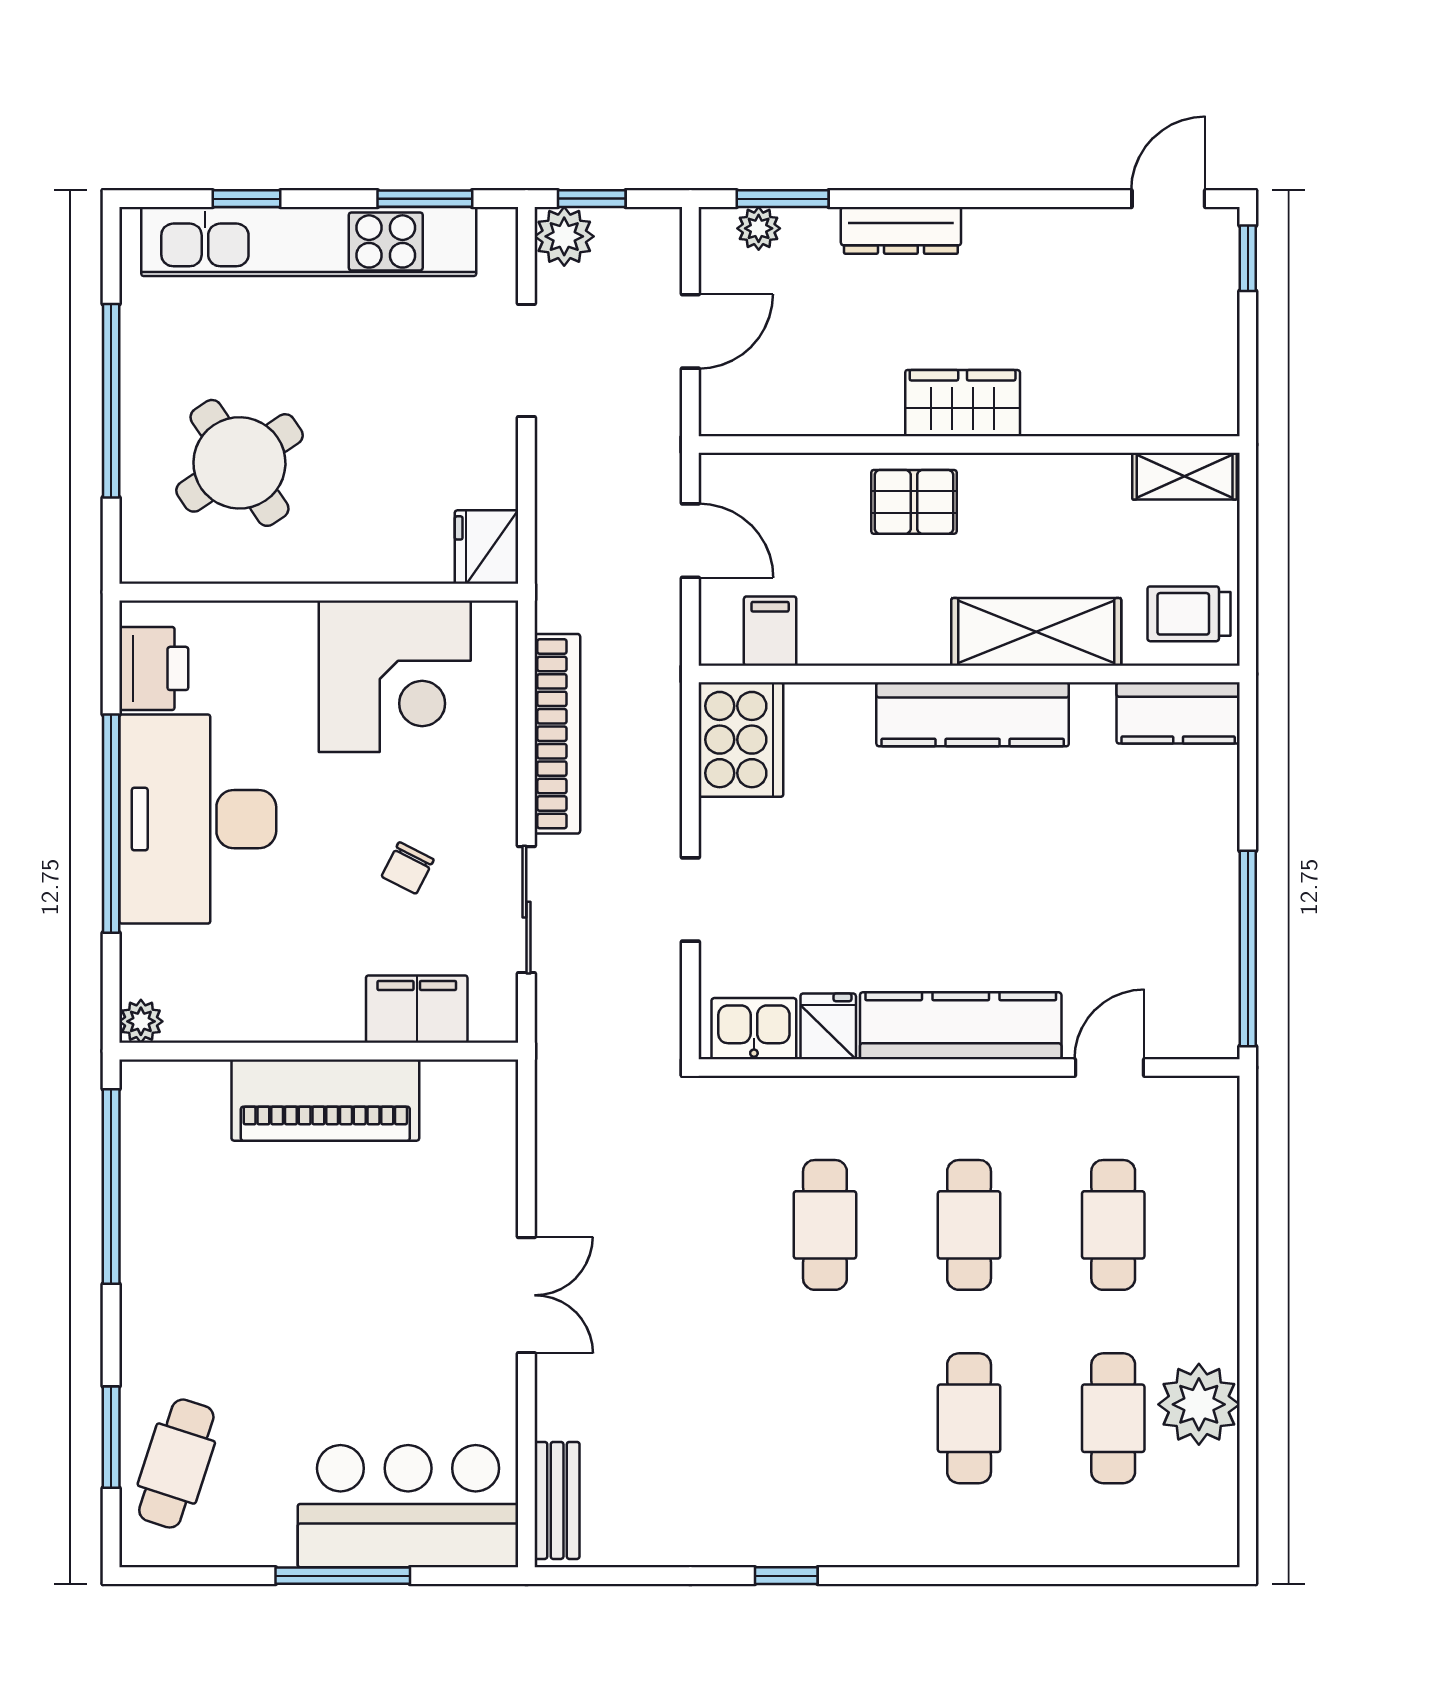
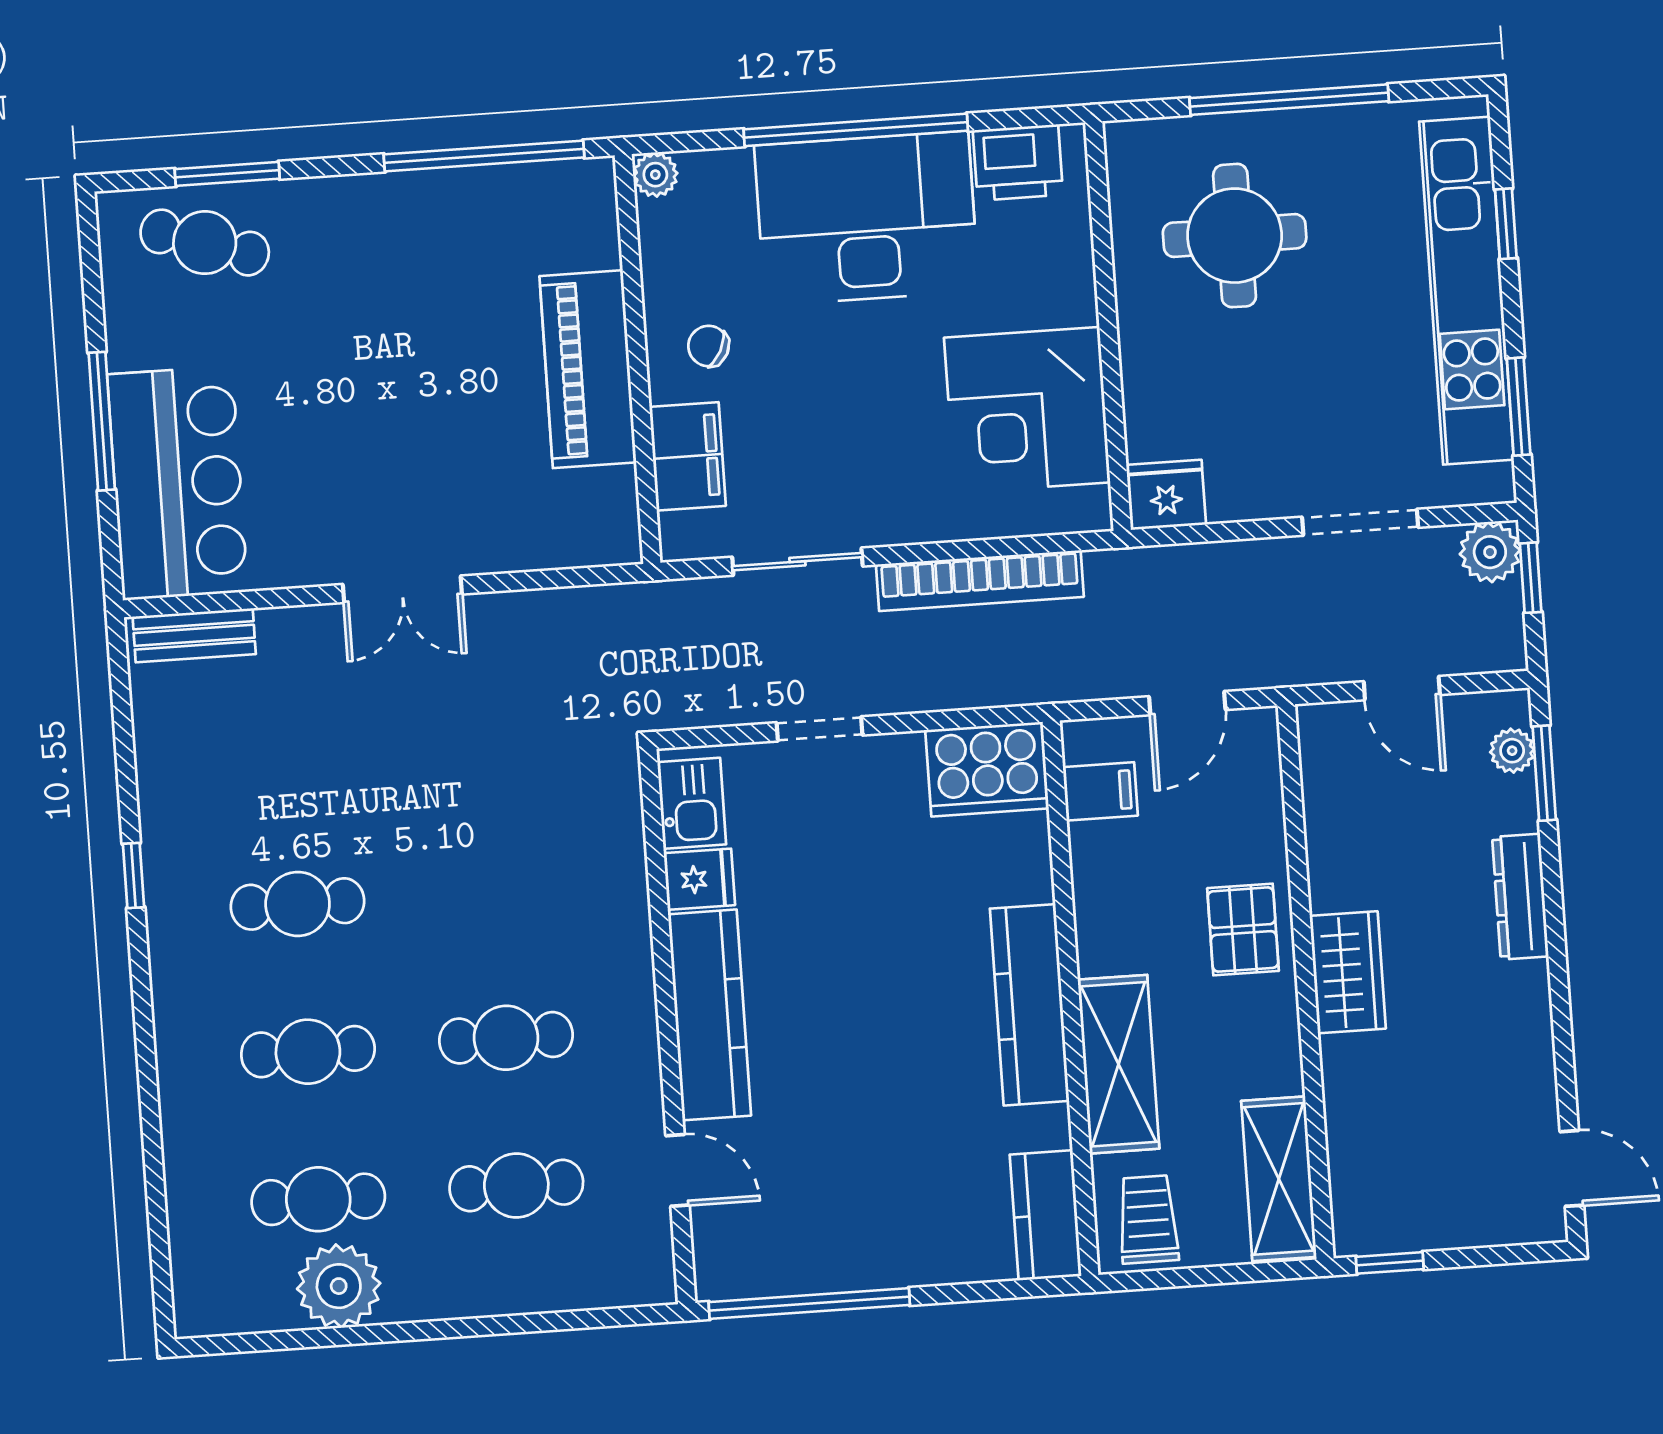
window: (1248, 258) -> (1390, 1263), moved
round table: (239, 463) -> (1235, 236), turned 34
shelving: (1185, 476) -> (1279, 1179), width x1.50, depth x1.33
chair: (408, 868) -> (708, 346), moved
cafe table: (825, 1225) -> (298, 904), moved

